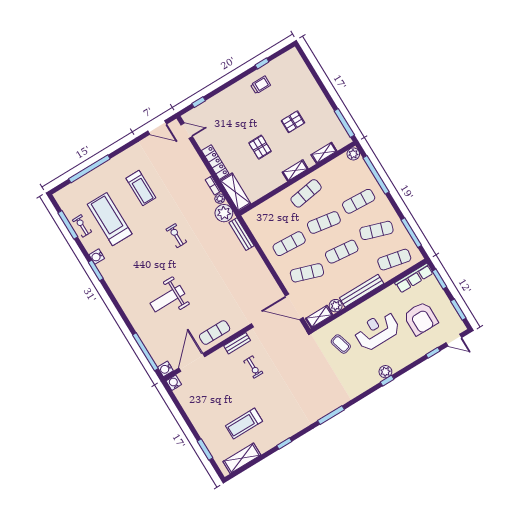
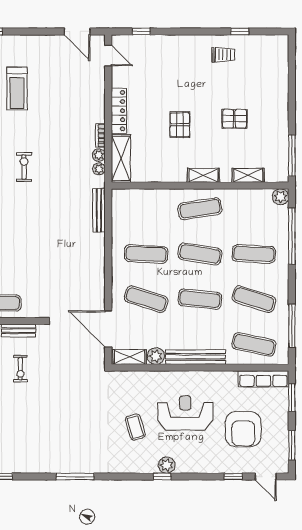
plant: (224, 213) -> (99, 169), width x0.53, depth x0.53
coffee table: (341, 344) -> (135, 427), moved

